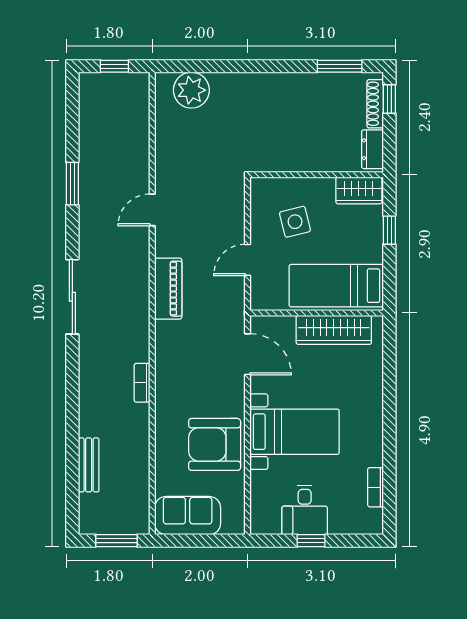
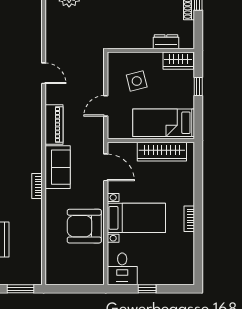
dresser: (373, 149) -> (166, 42), moved, turned 90
door: (152, 210) -> (44, 73), swing flipped
bookcase: (376, 487) -> (189, 219), moved
desk: (305, 510) -> (122, 269), moved
sofa: (188, 516) -> (58, 167), moved, turned 90

